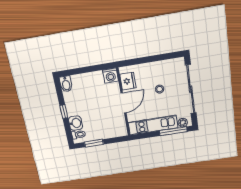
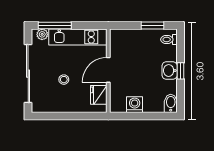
washing machine: (111, 76) -> (135, 105), moved
washbasin: (76, 123) -> (170, 71), moved

